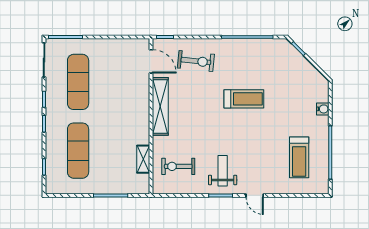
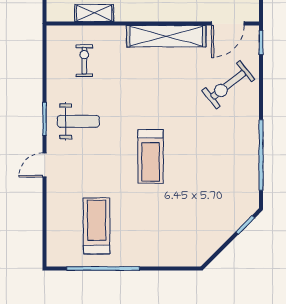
exercise bike: (196, 61) -> (228, 85), turned 46
treadmill: (244, 99) -> (150, 157), moved
water cooler: (323, 109) -> (163, 258), removed
treadmill: (299, 157) -> (97, 226), turned 90
exercise bike: (178, 166) -> (84, 61), width x0.73, depth x0.72

